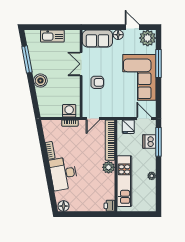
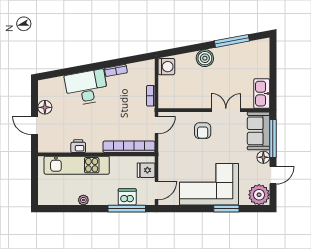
window: (103, 27) -> (273, 139), added
kitchen sink: (52, 36) -> (262, 94), moved
window: (158, 64) -> (226, 209), width x0.69
washing machine: (69, 111) -> (166, 67), moved
door: (93, 118) -> (157, 125), swing flipped
plant: (109, 167) -> (94, 145), removed
floor lamp: (64, 206) -> (45, 107), moved
printer: (109, 206) -> (78, 146), moved
door: (93, 214) -> (35, 125), added

